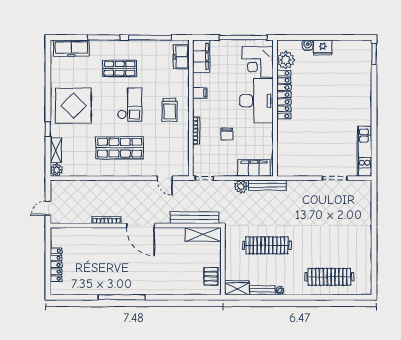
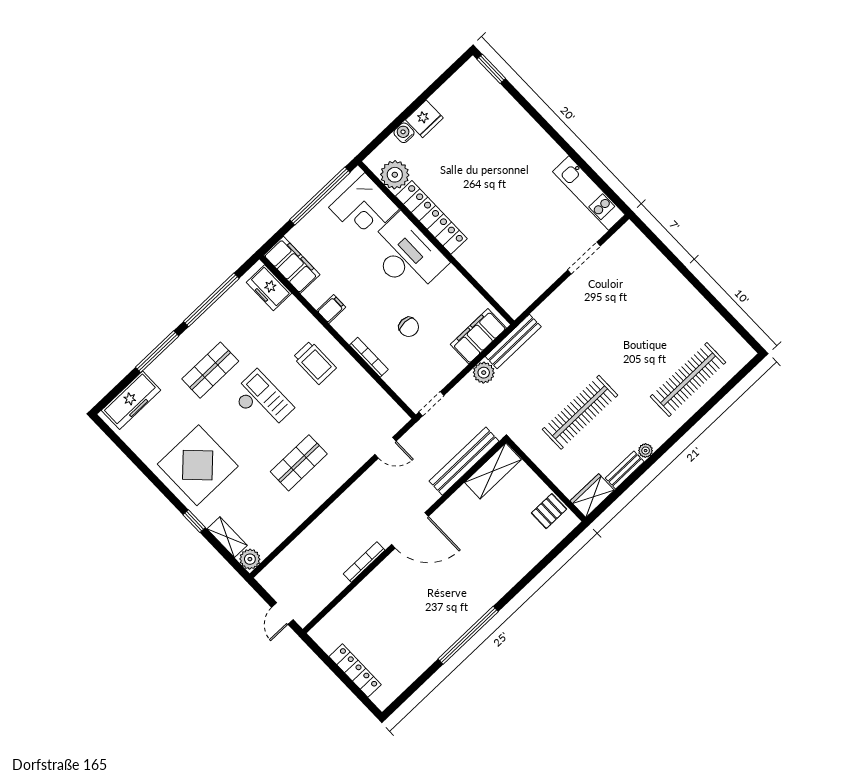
shop shelf: (120, 148) -> (299, 463), width x0.70, depth x0.74
pallet: (211, 276) -> (549, 511), turned 90

